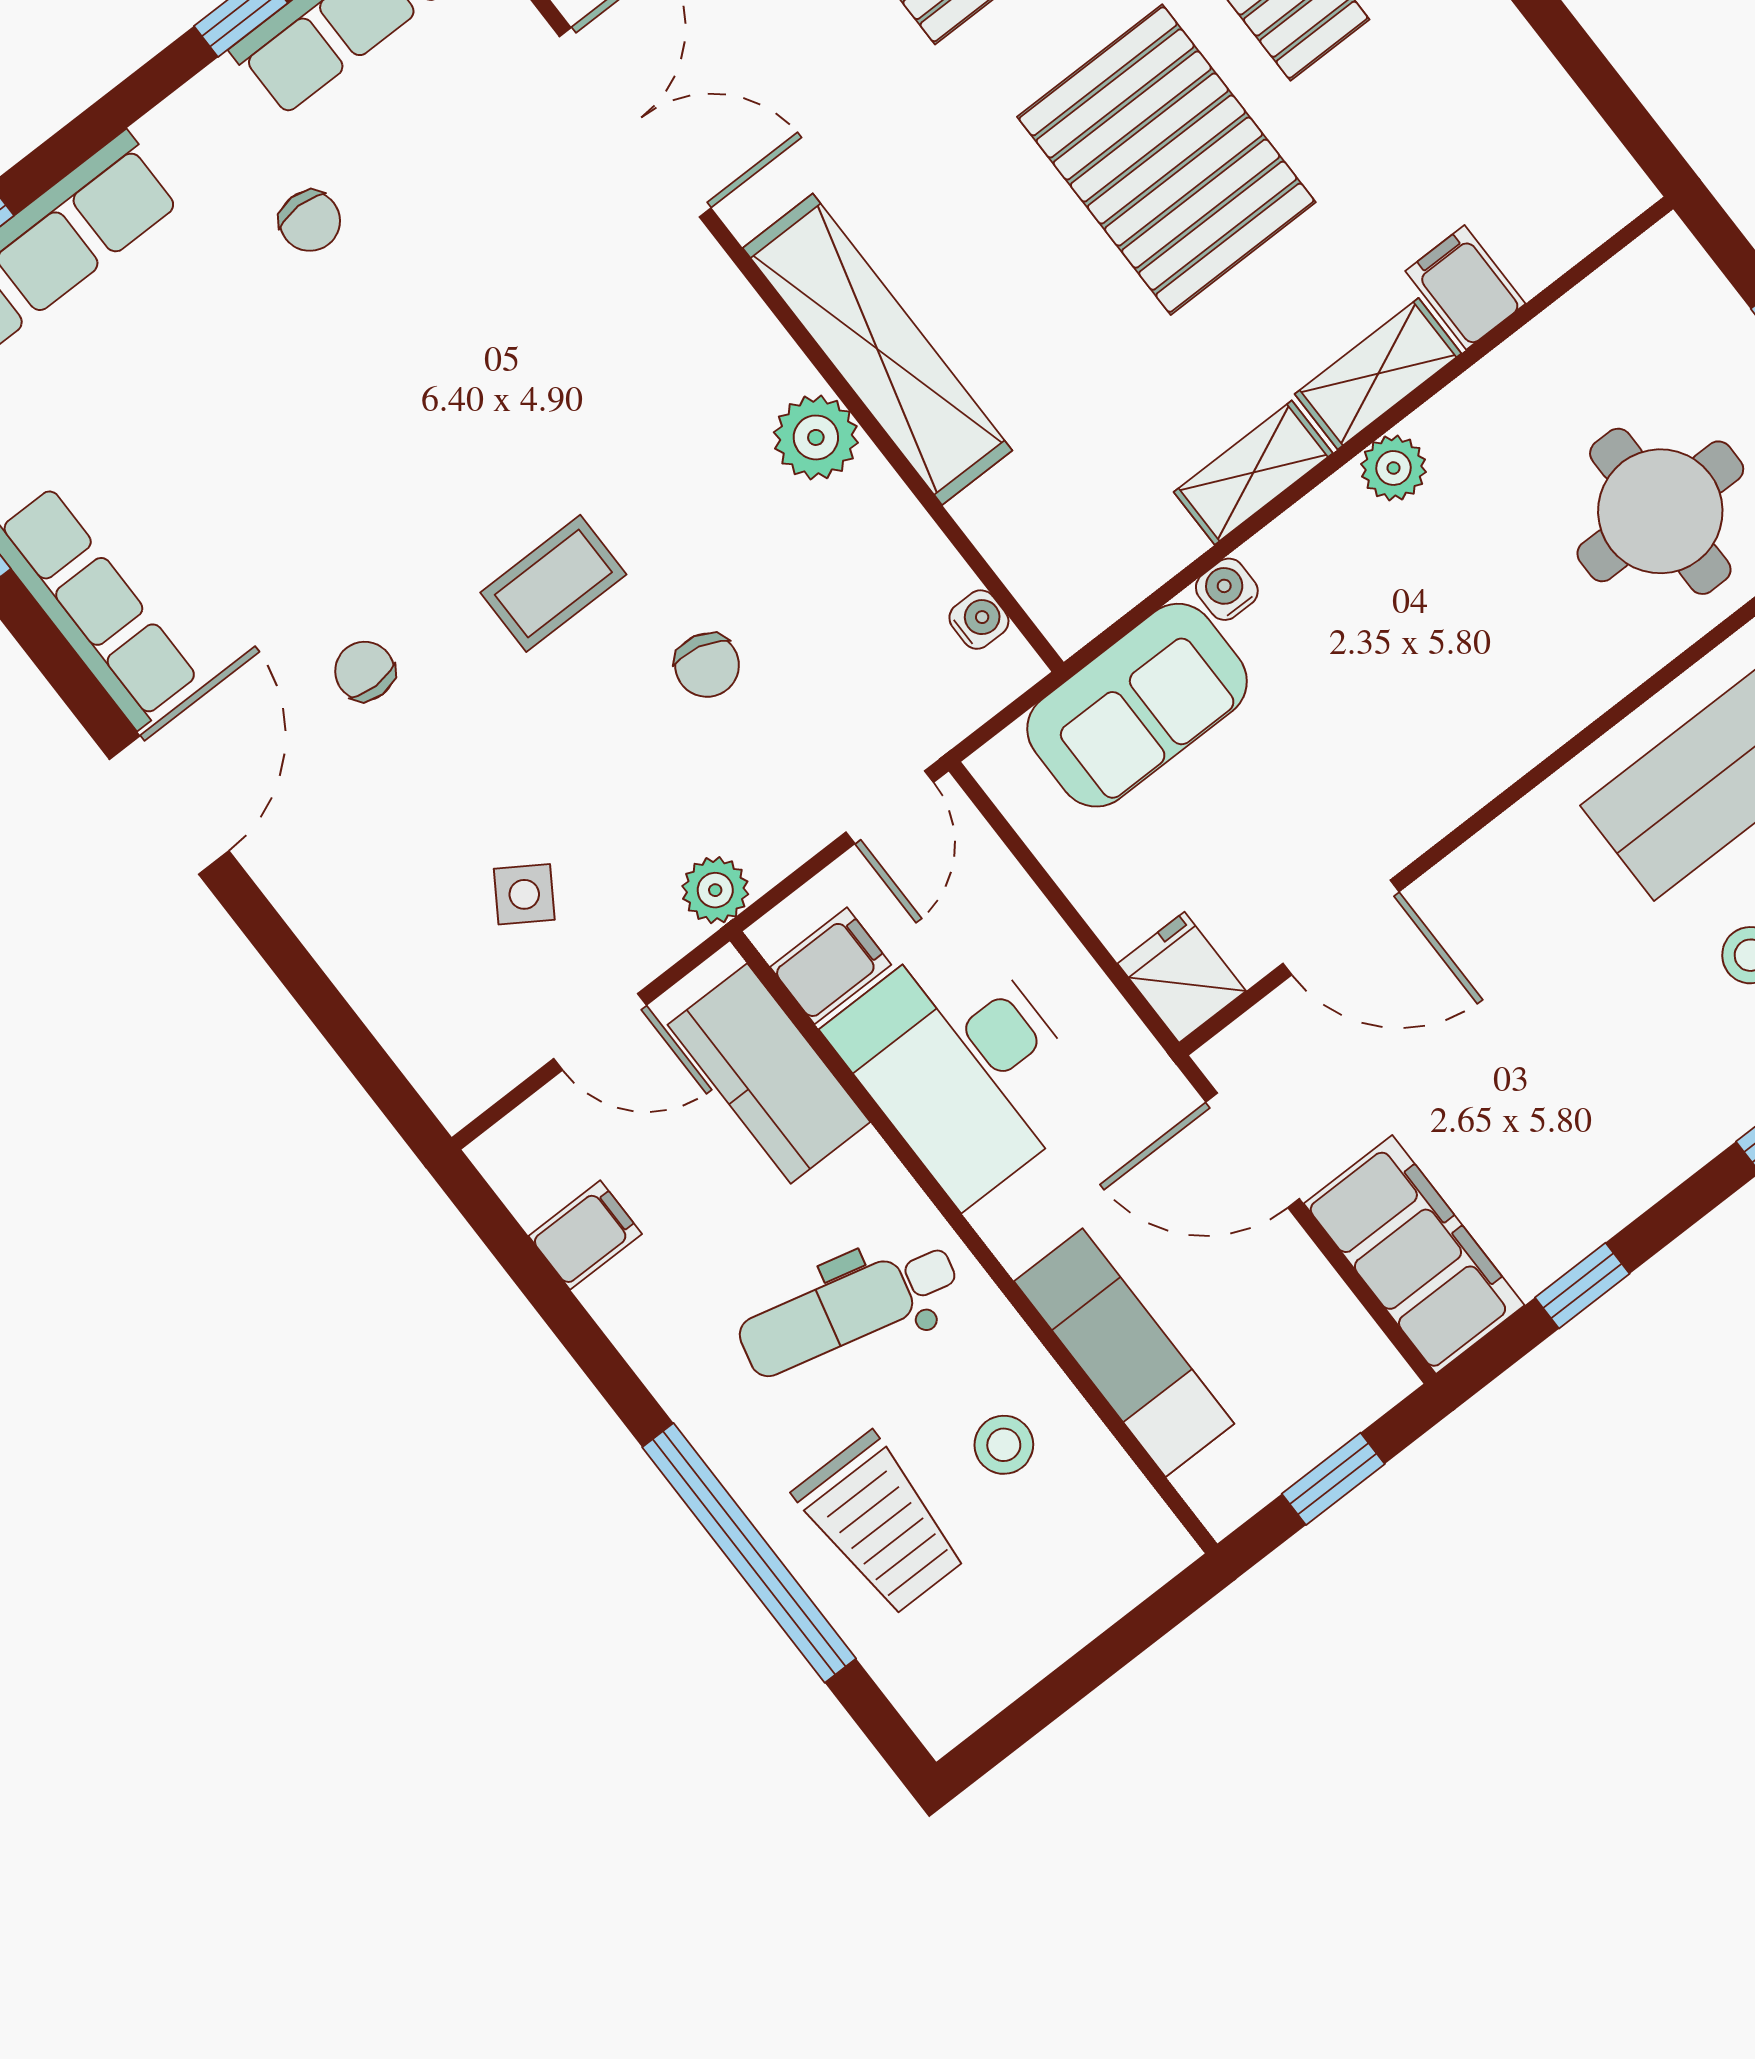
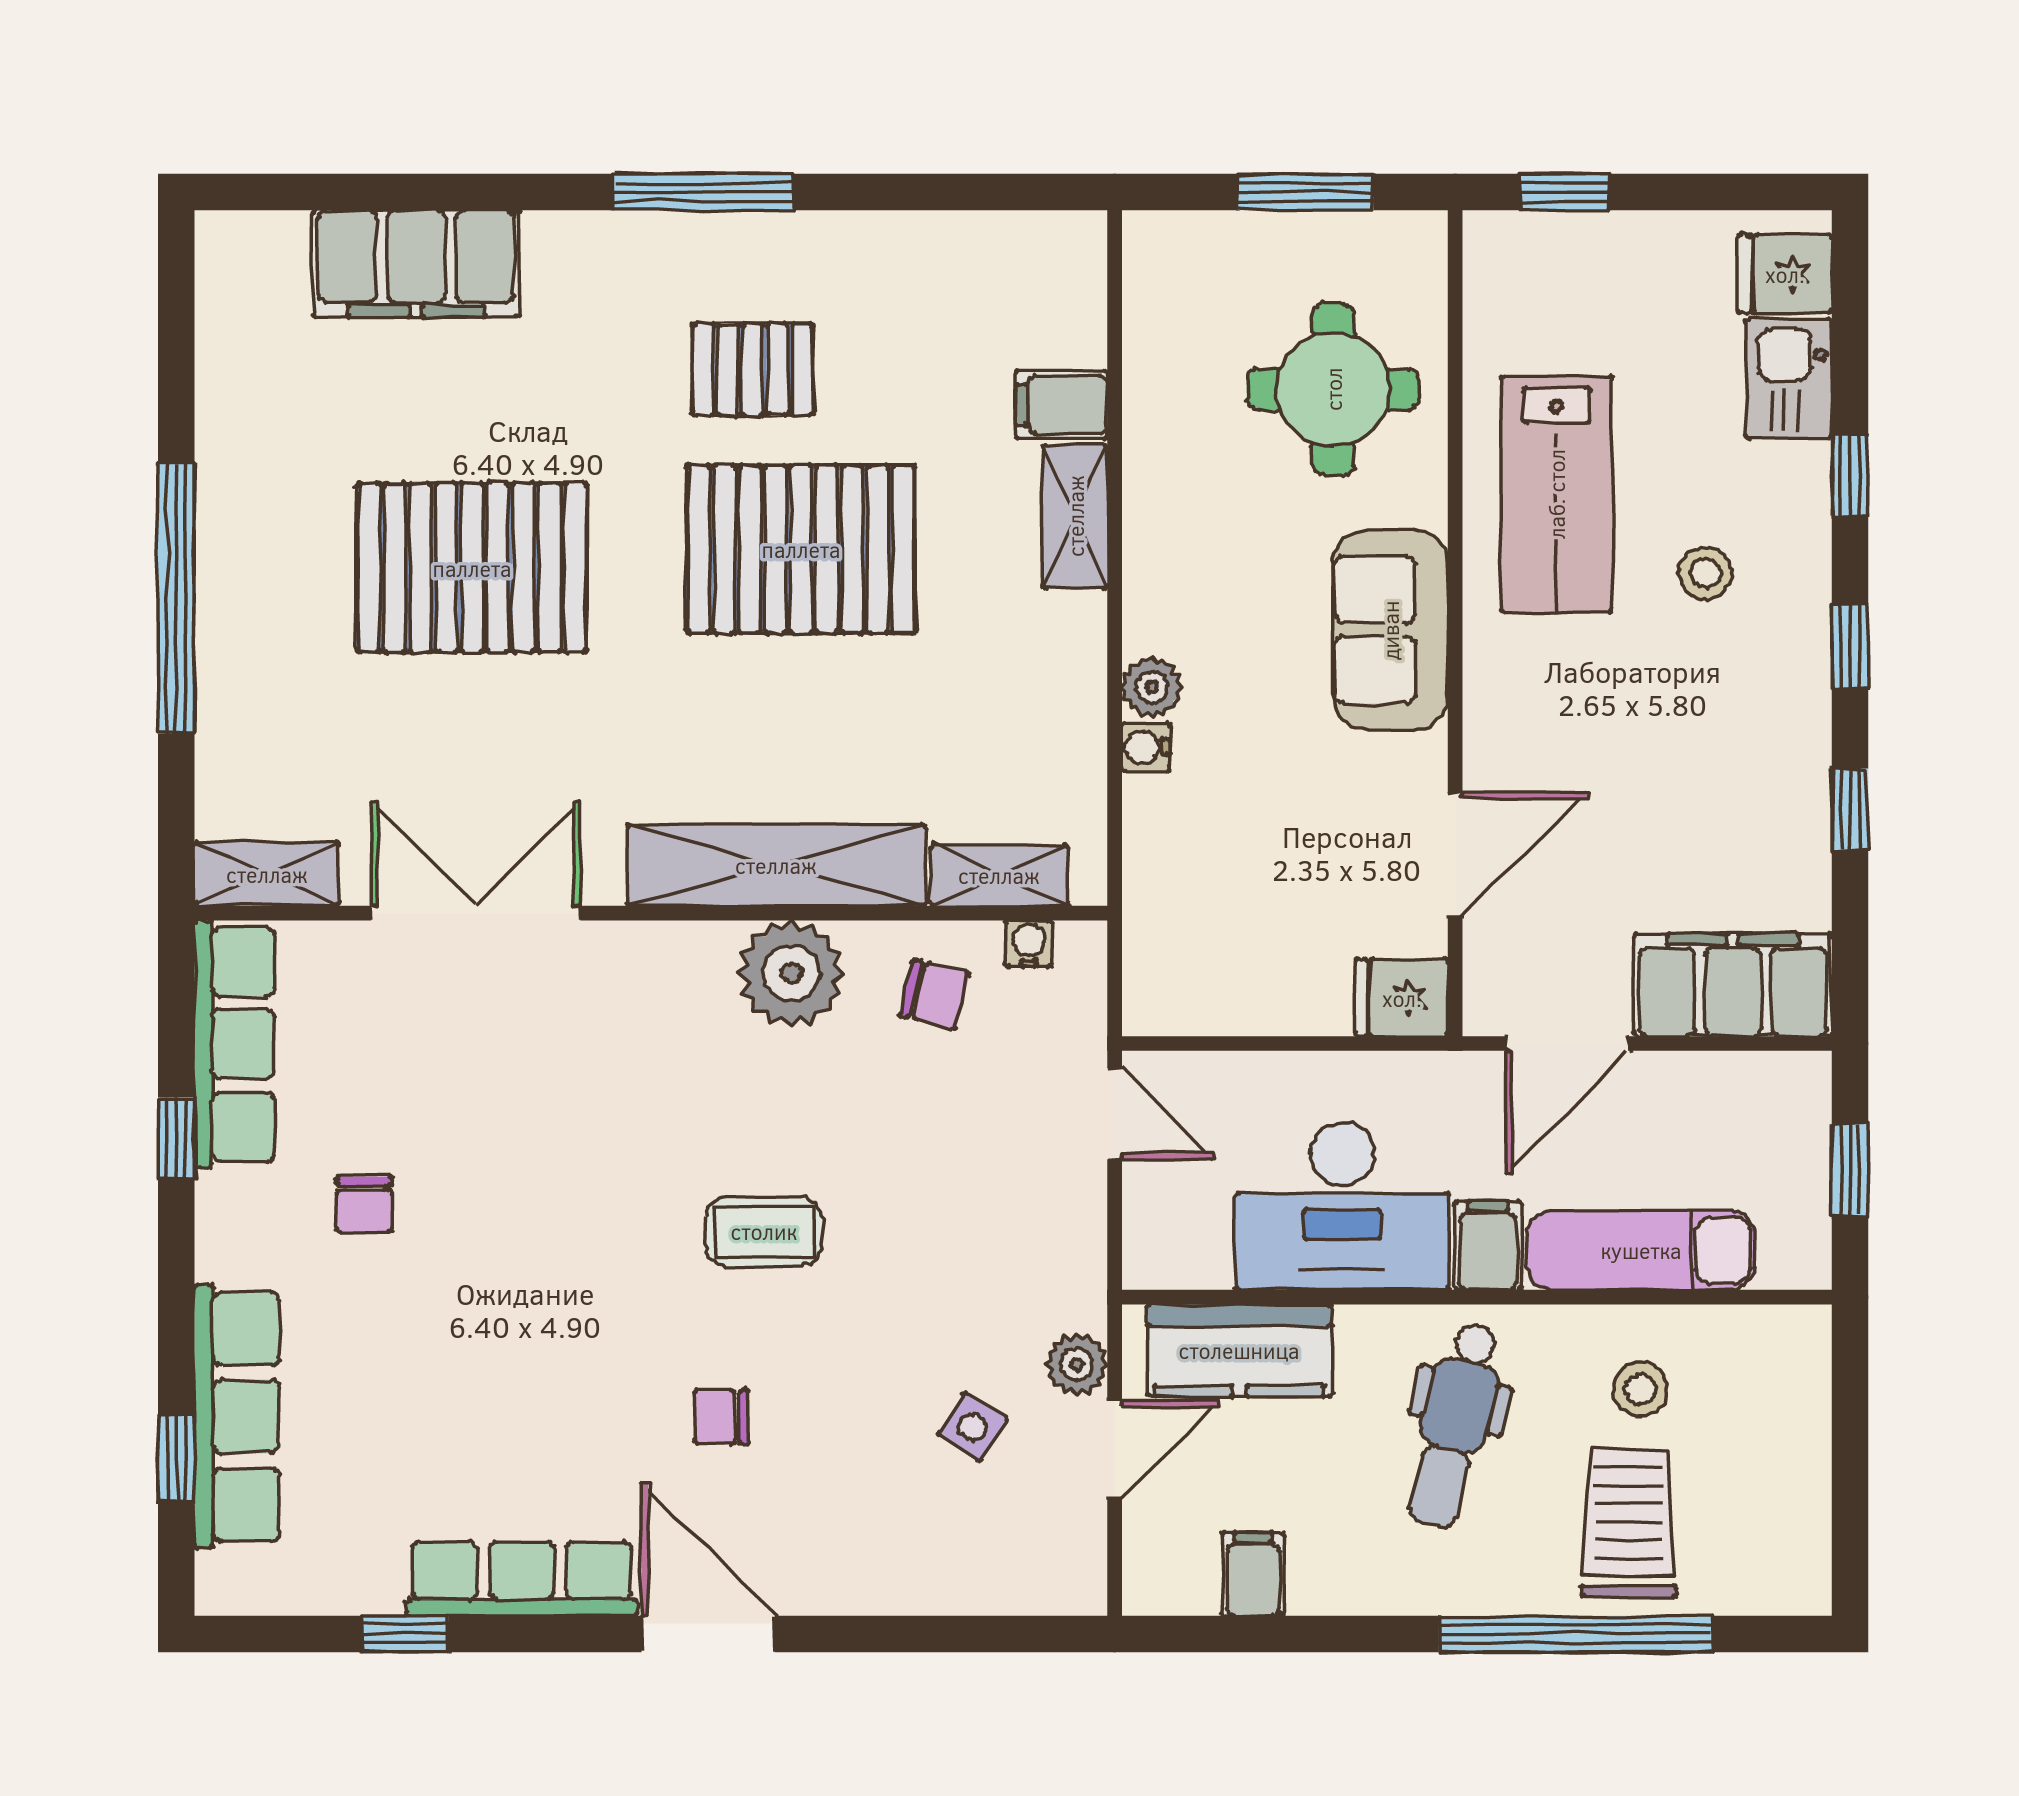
chair: (310, 221) -> (364, 1204), turned 90
plant: (816, 437) -> (791, 973), width x1.36, depth x1.36
plant: (1393, 468) -> (1152, 687), moved
shelving: (1253, 473) -> (999, 875), moved, turned 90
coffee table: (553, 583) -> (764, 1231), turned 90
chair: (707, 665) -> (934, 994), moved
sofa: (1137, 705) -> (1390, 630), moved, turned 180
plant: (715, 890) -> (1077, 1364), moved
filing cabinet: (831, 966) -> (1488, 1245), moved
window: (1582, 1286) -> (1850, 809), moved
trolley: (880, 1524) -> (1629, 1523), turned -90

